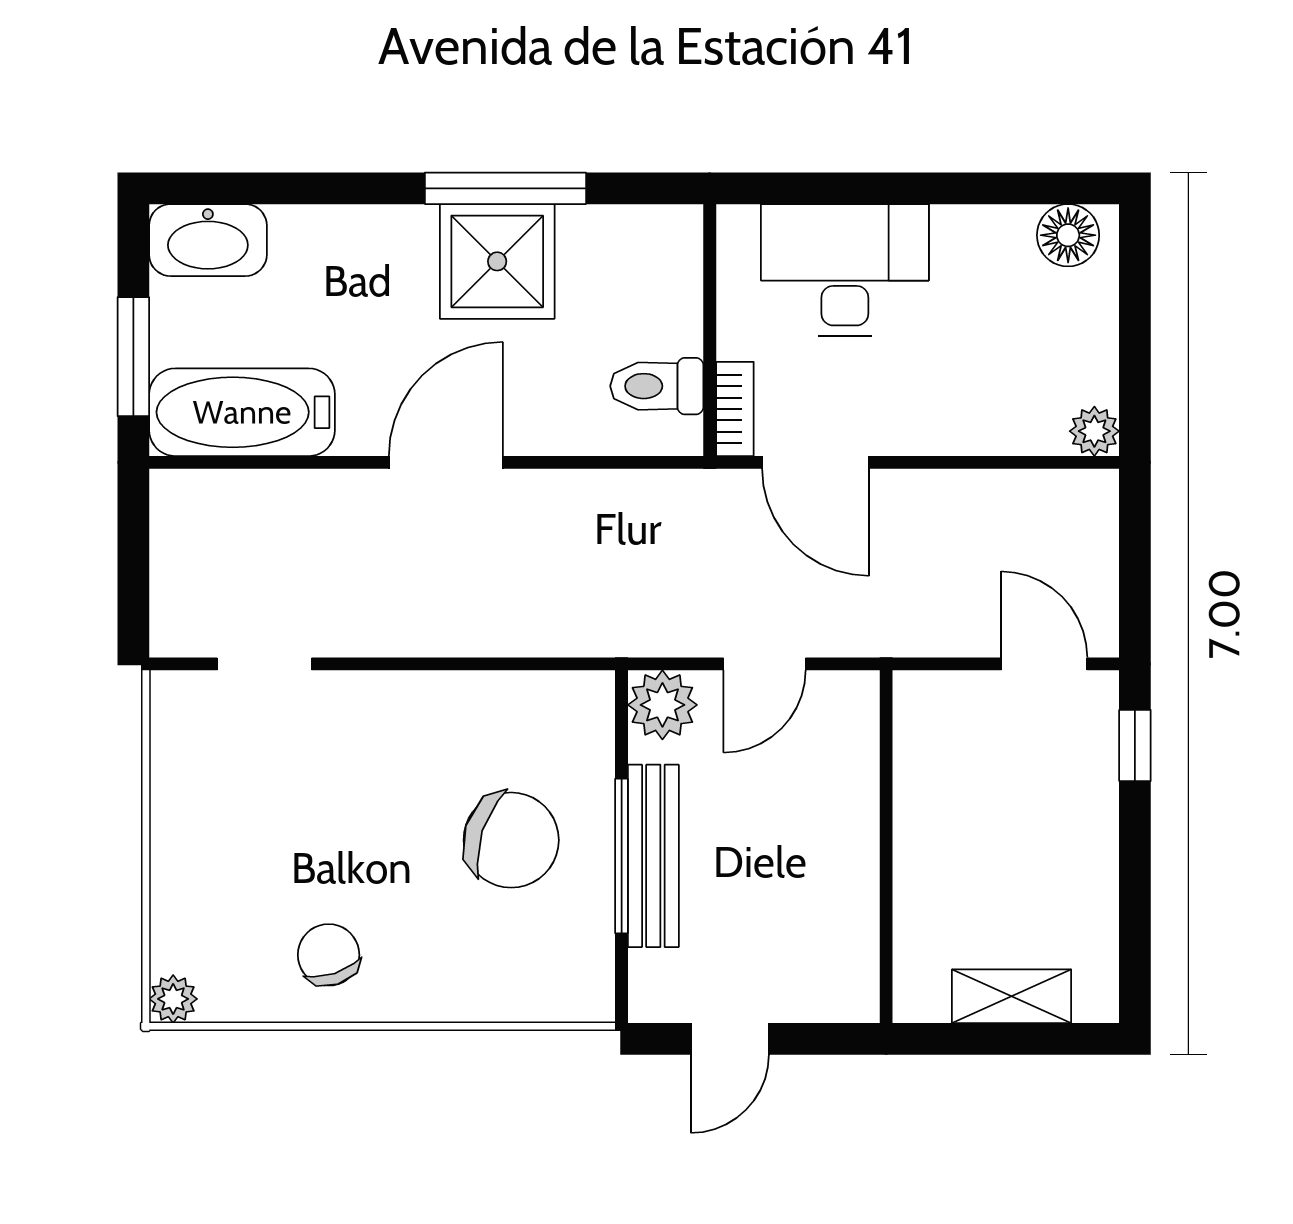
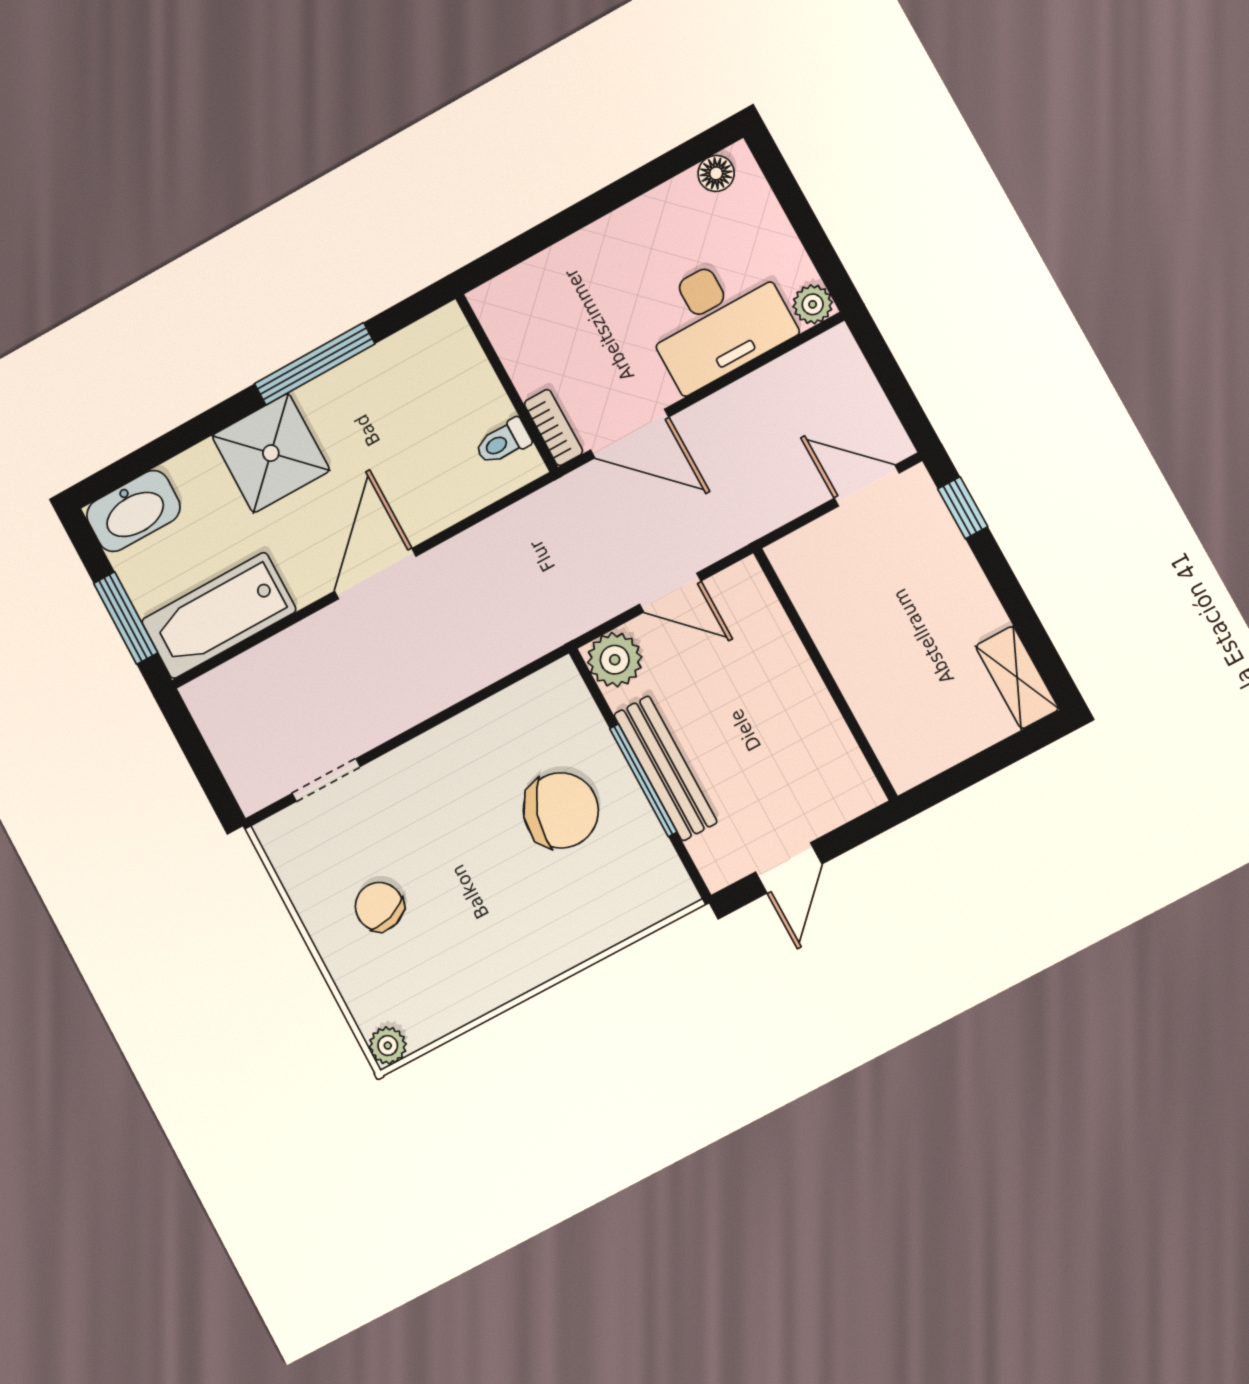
floor lamp: (1068, 235) -> (716, 173), width x0.73, depth x0.73
shower: (497, 261) -> (271, 453), moved
desk: (845, 270) -> (717, 320), moved, turned 180
toilet: (657, 386) -> (503, 442), width x0.73, depth x0.72
door: (764, 664) -> (670, 593), hinge flipped
chair: (329, 955) -> (379, 907), moved
shelving: (1012, 996) -> (1017, 678), moved, turned 90

